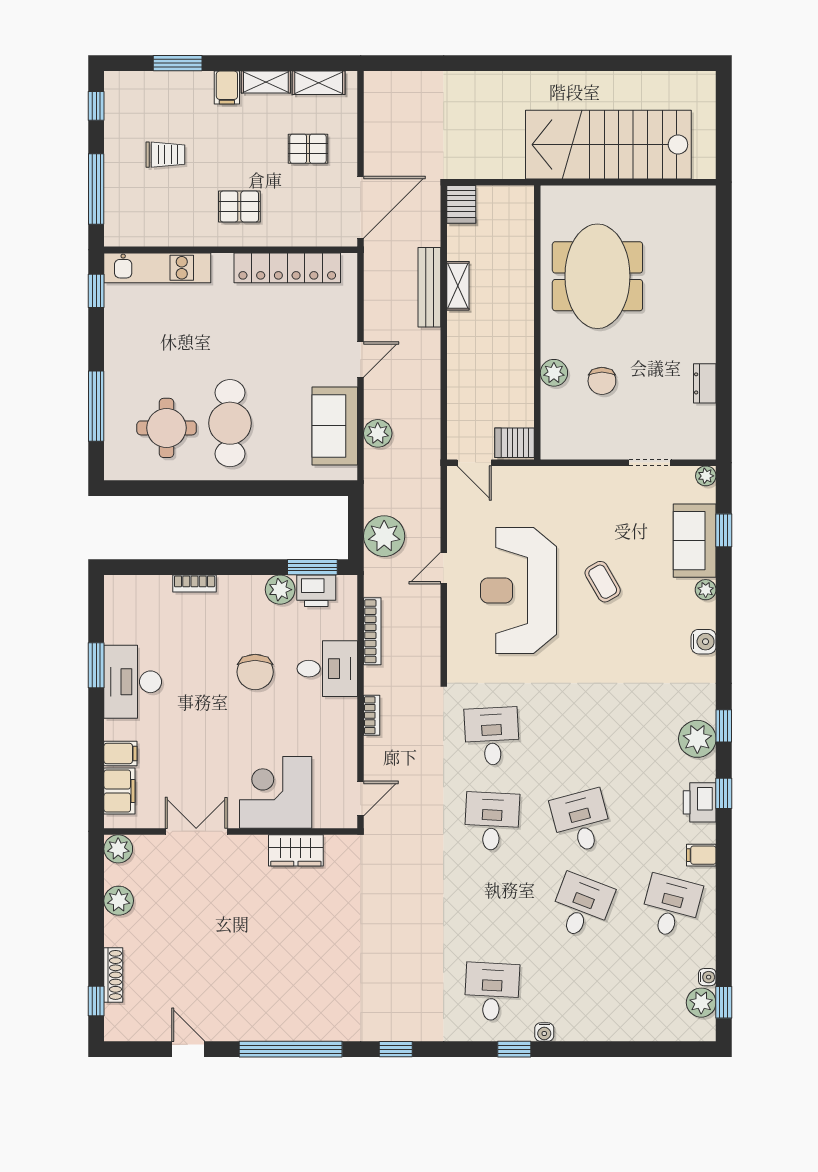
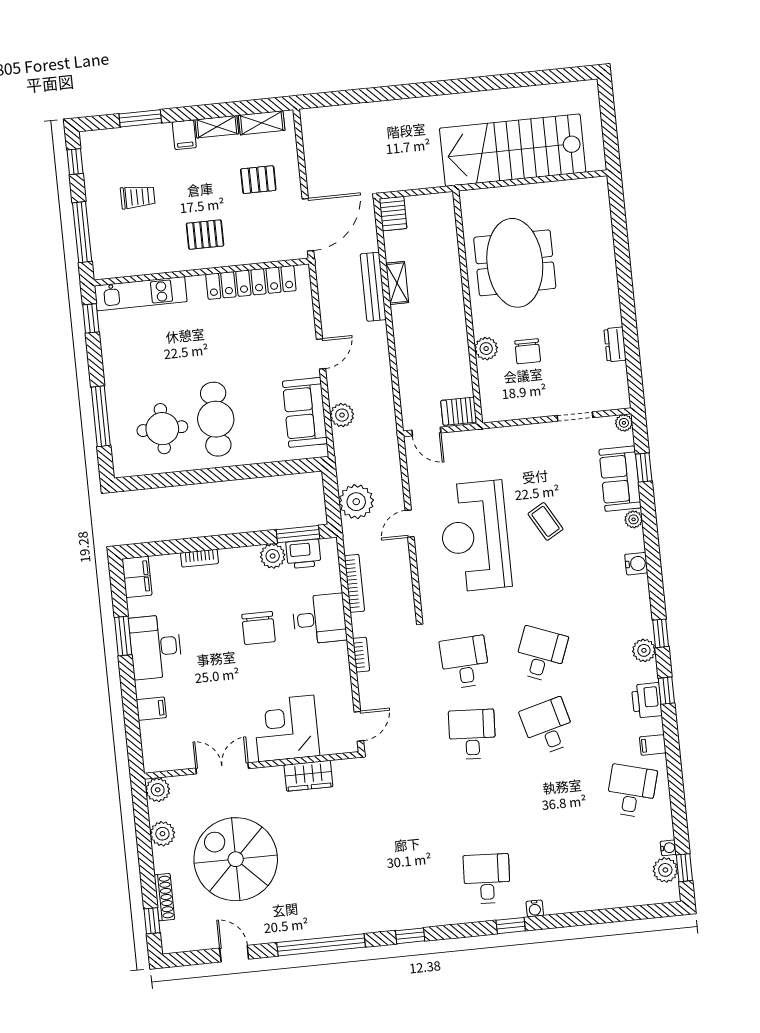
plant: (697, 739) -> (644, 650), width x0.73, depth x0.73
filing cabinet: (119, 791) -> (137, 577), moved
desk: (581, 907) -> (541, 654), moved
spiral stairs: (201, 939) -> (236, 859), added

